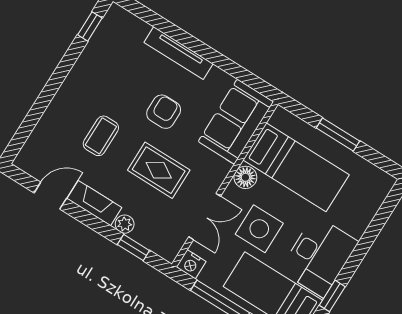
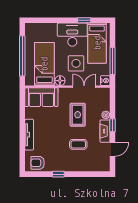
window: (90, 26) -> (58, 174), moved
armchair: (164, 112) -> (38, 163), moved
window: (338, 134) -> (22, 56), width x2.11
door: (50, 196) -> (112, 149), swing flipped
window: (133, 248) -> (112, 125), moved

